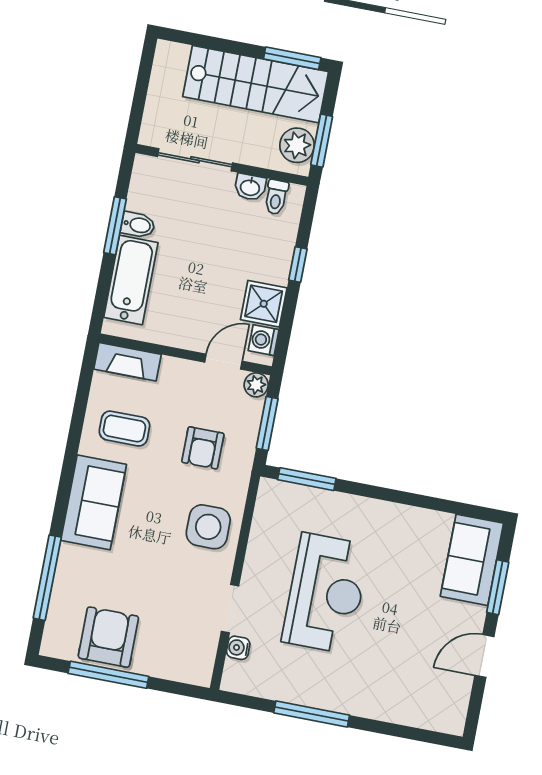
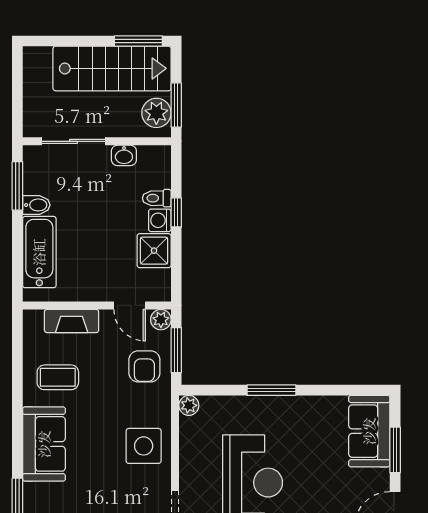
toilet: (276, 197) -> (157, 198), moved, turned 90
window: (115, 226) -> (17, 186), moved
washing machine: (264, 340) -> (160, 220), moved
fireplace: (127, 362) -> (72, 321), moved
door: (223, 362) -> (130, 305), swing flipped
armchair: (203, 448) -> (144, 366), moved
window: (307, 479) -> (272, 390), moved
plant: (269, 490) -> (189, 405), added

